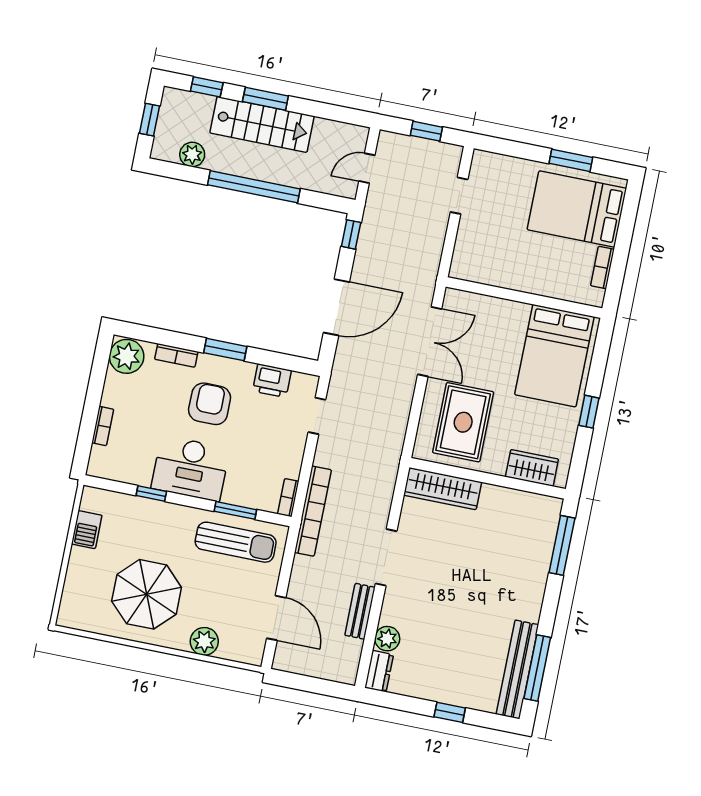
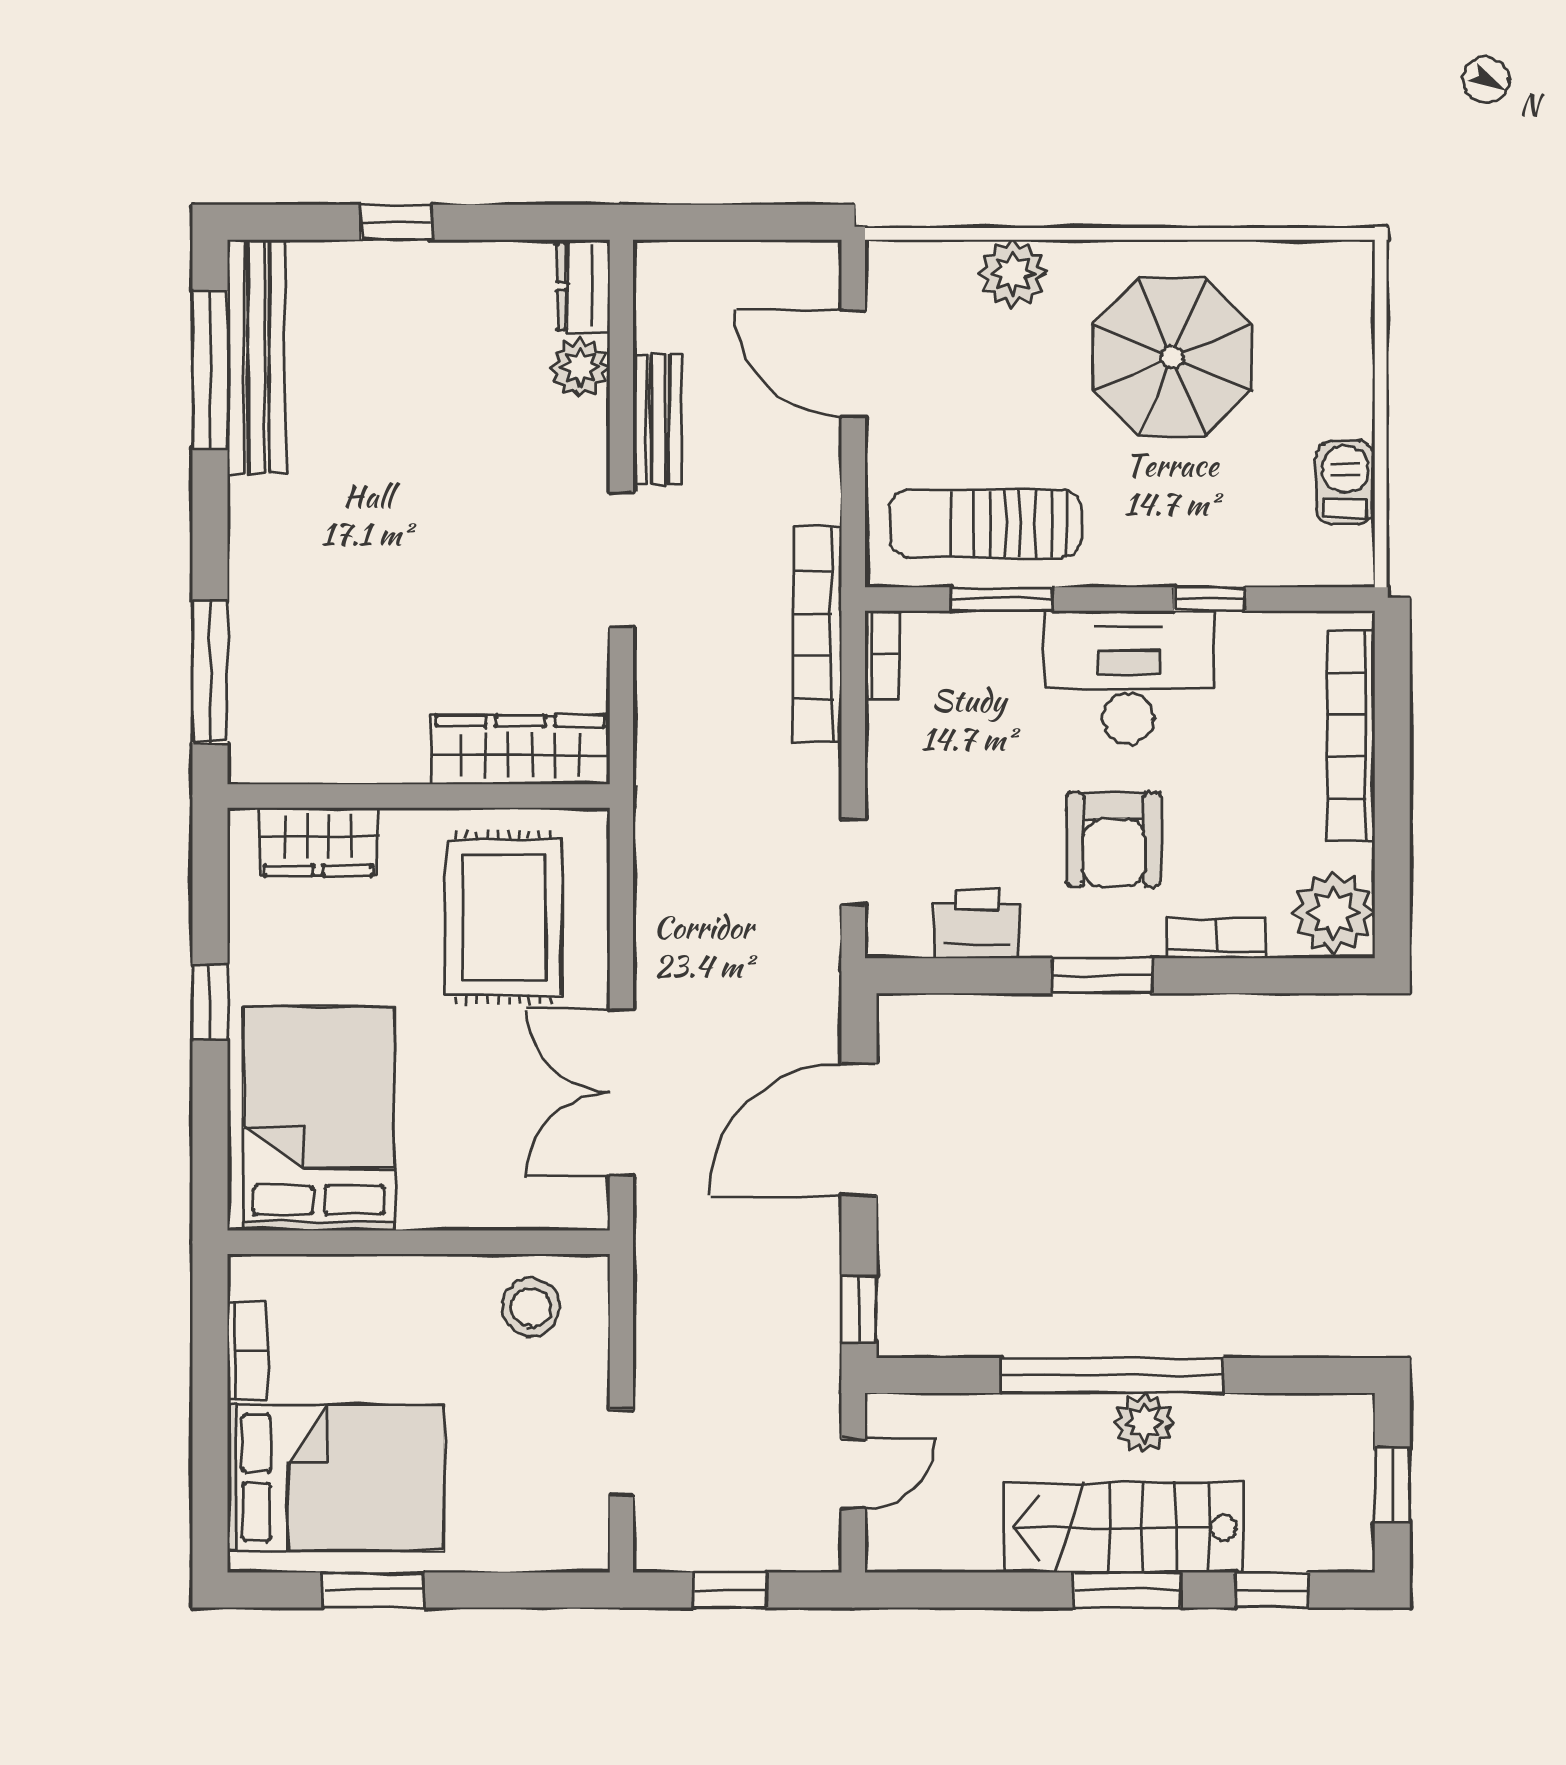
plant: (192, 154) -> (1144, 1423), moved
stool: (484, 262) -> (531, 1307), added
bookcase: (103, 426) -> (1351, 736), width x2.31, depth x1.31

